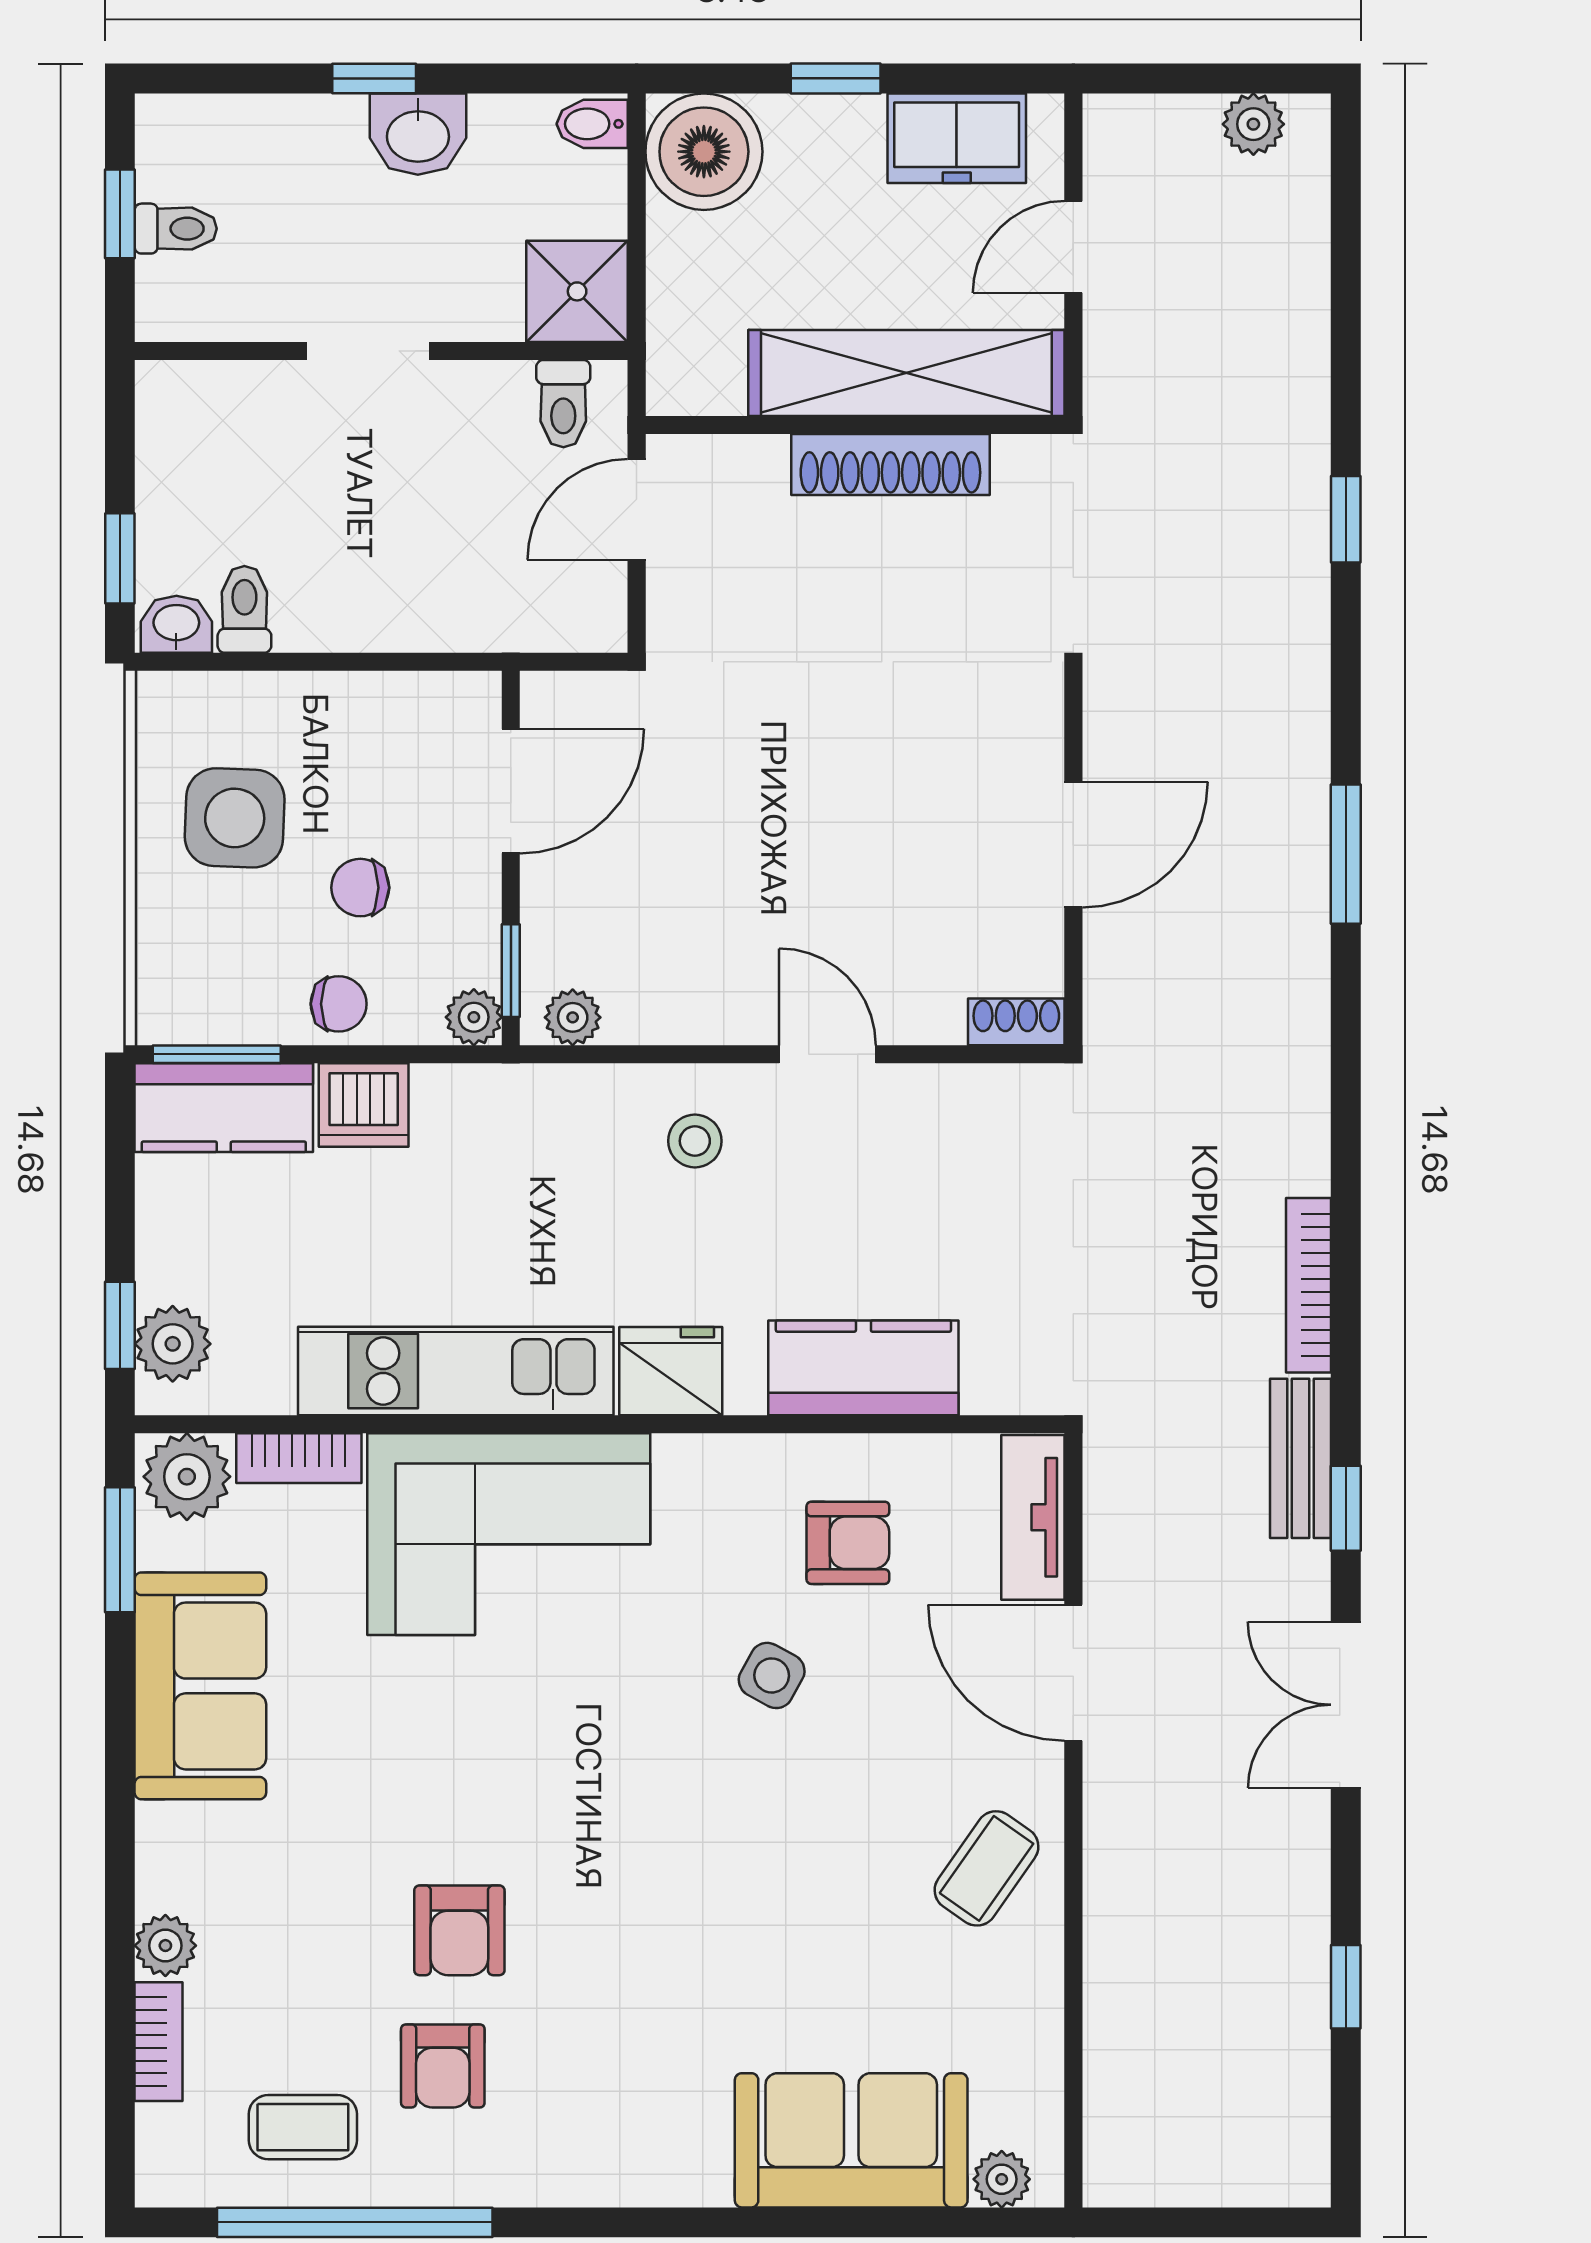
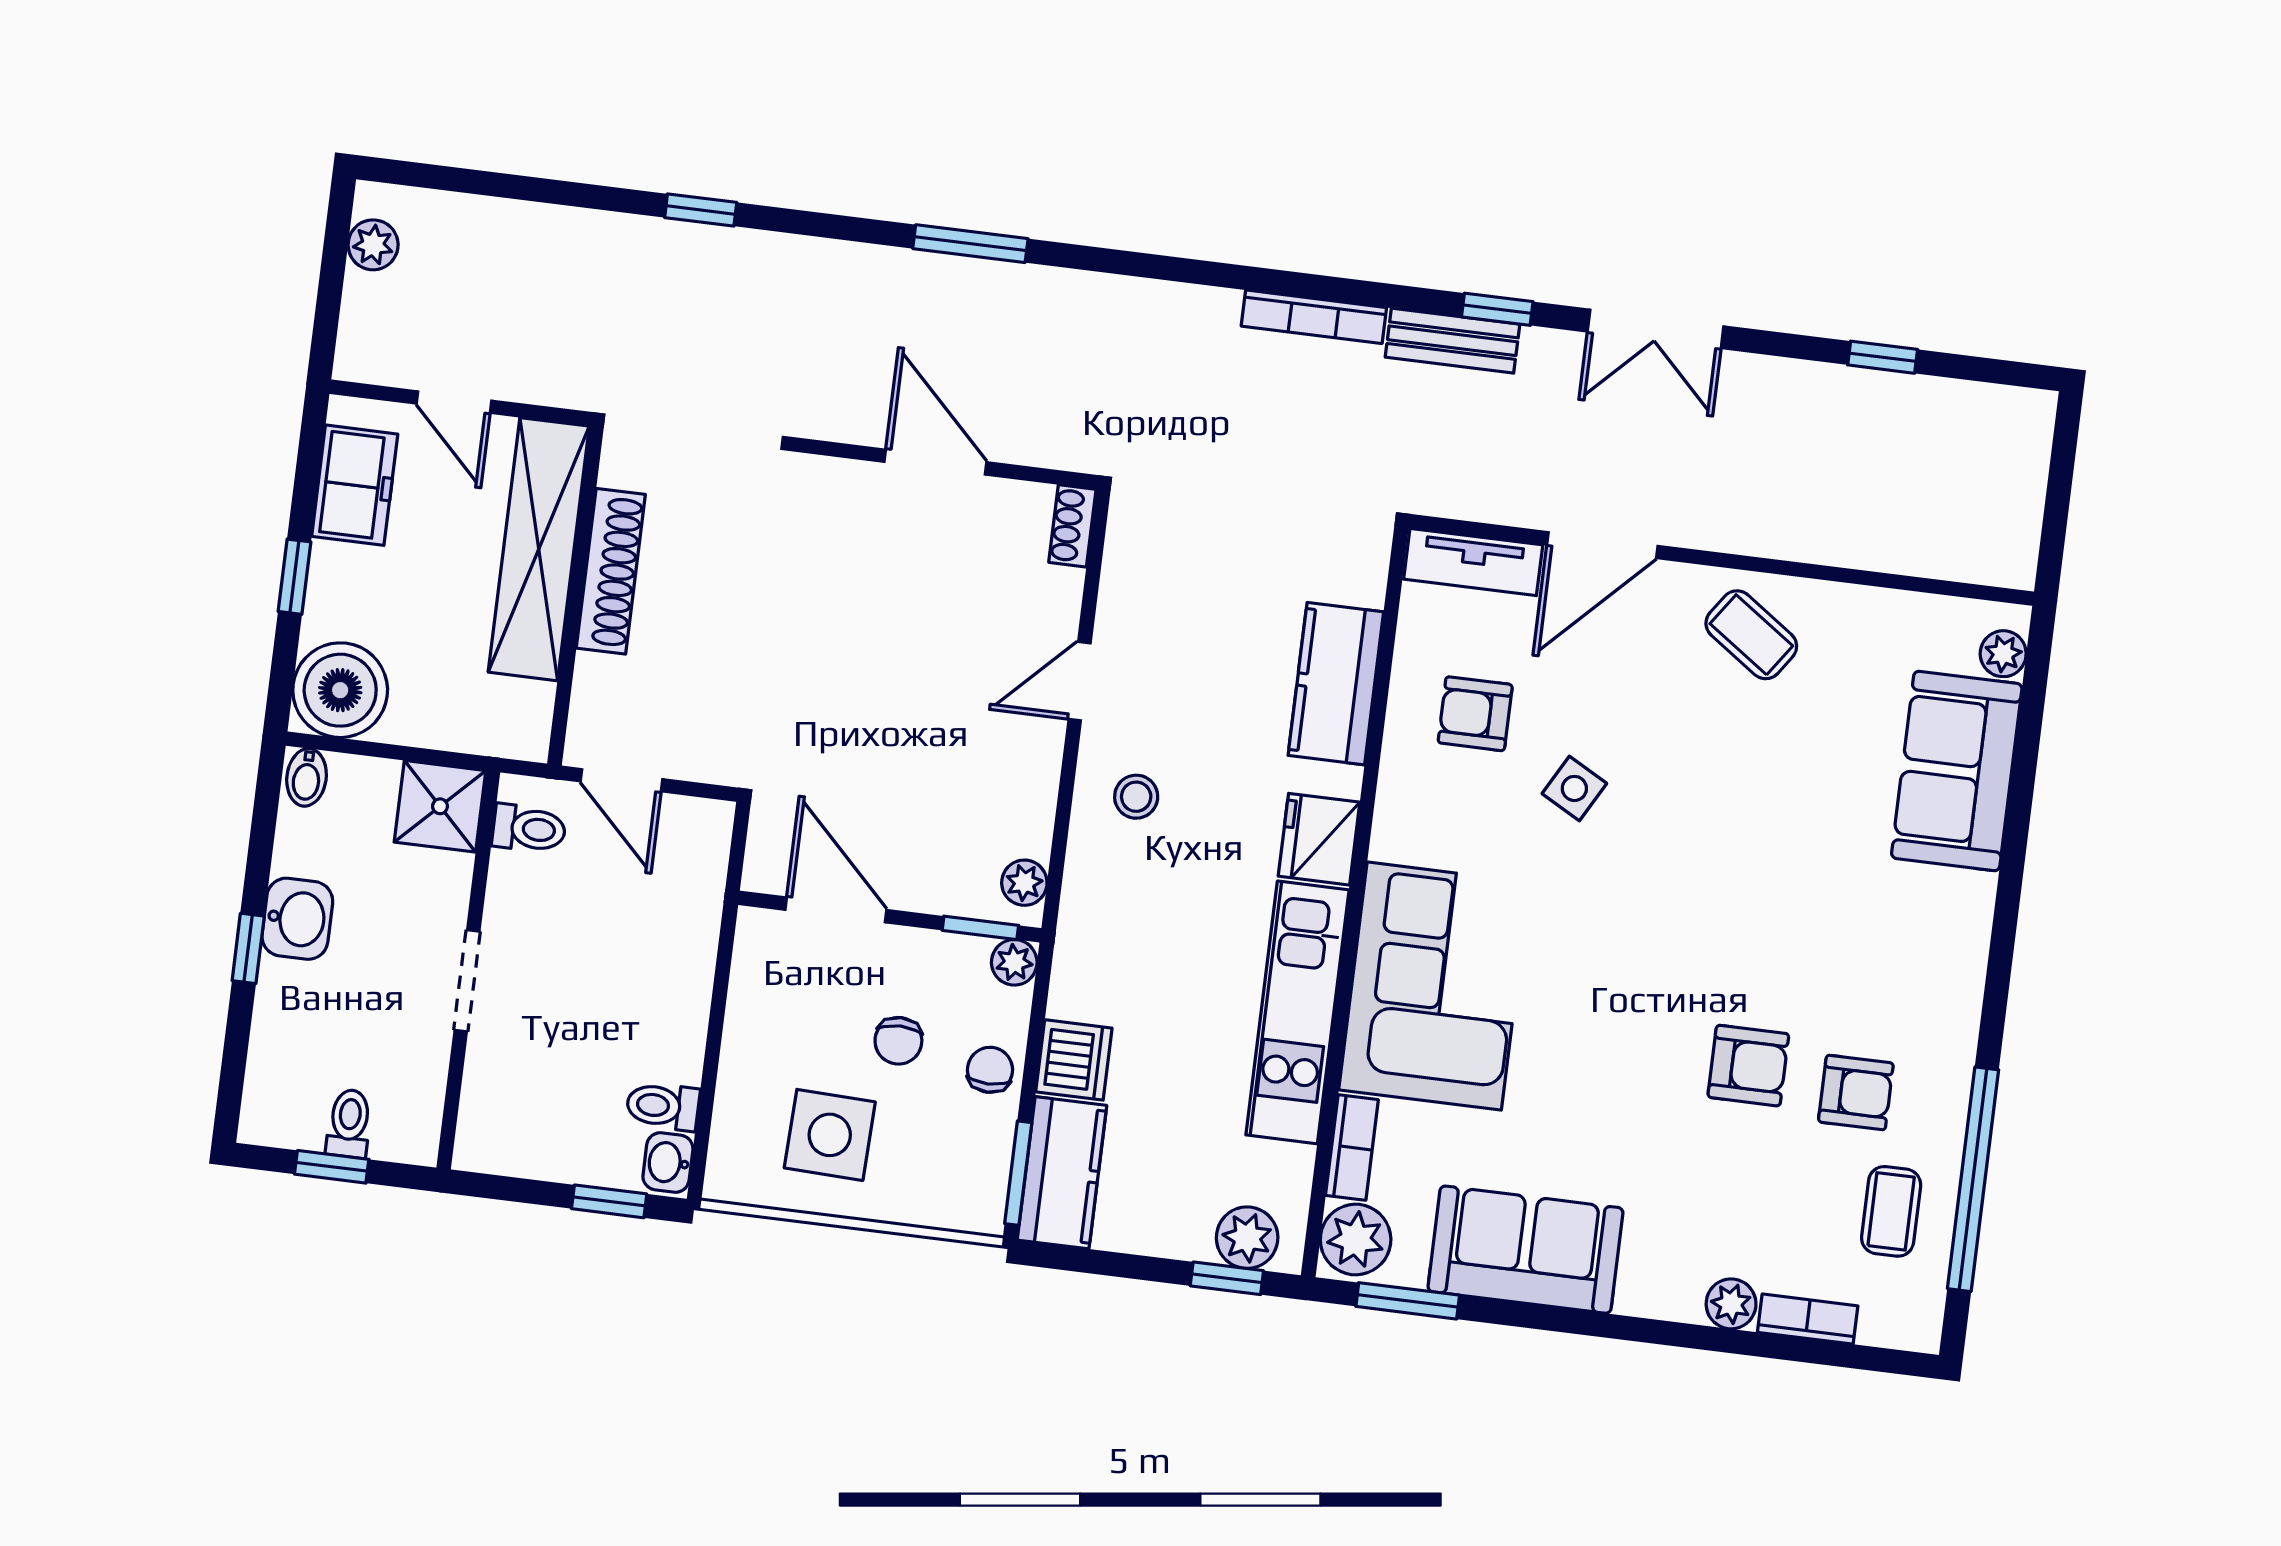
armchair: (848, 1543) -> (1475, 714), turned -90

